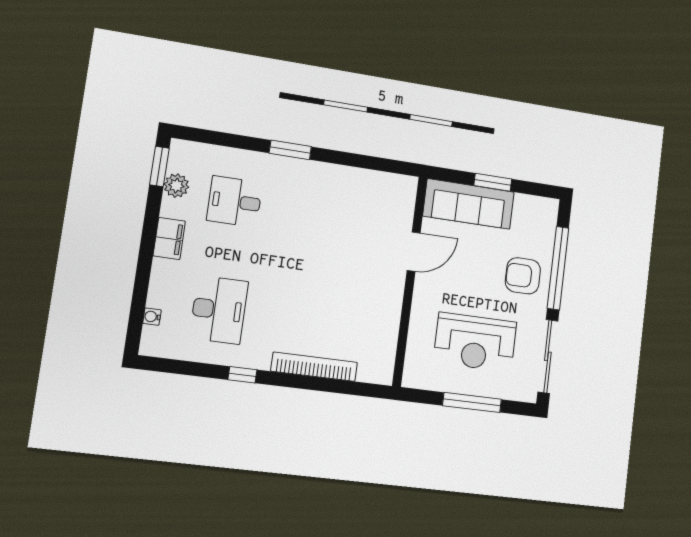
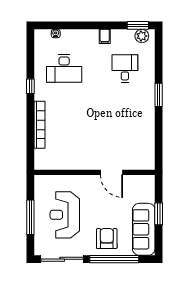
plant: (176, 186) -> (142, 36), moved
sofa: (469, 204) -> (144, 229), moved
filing cabinet: (169, 238) -> (105, 36), width x0.50

